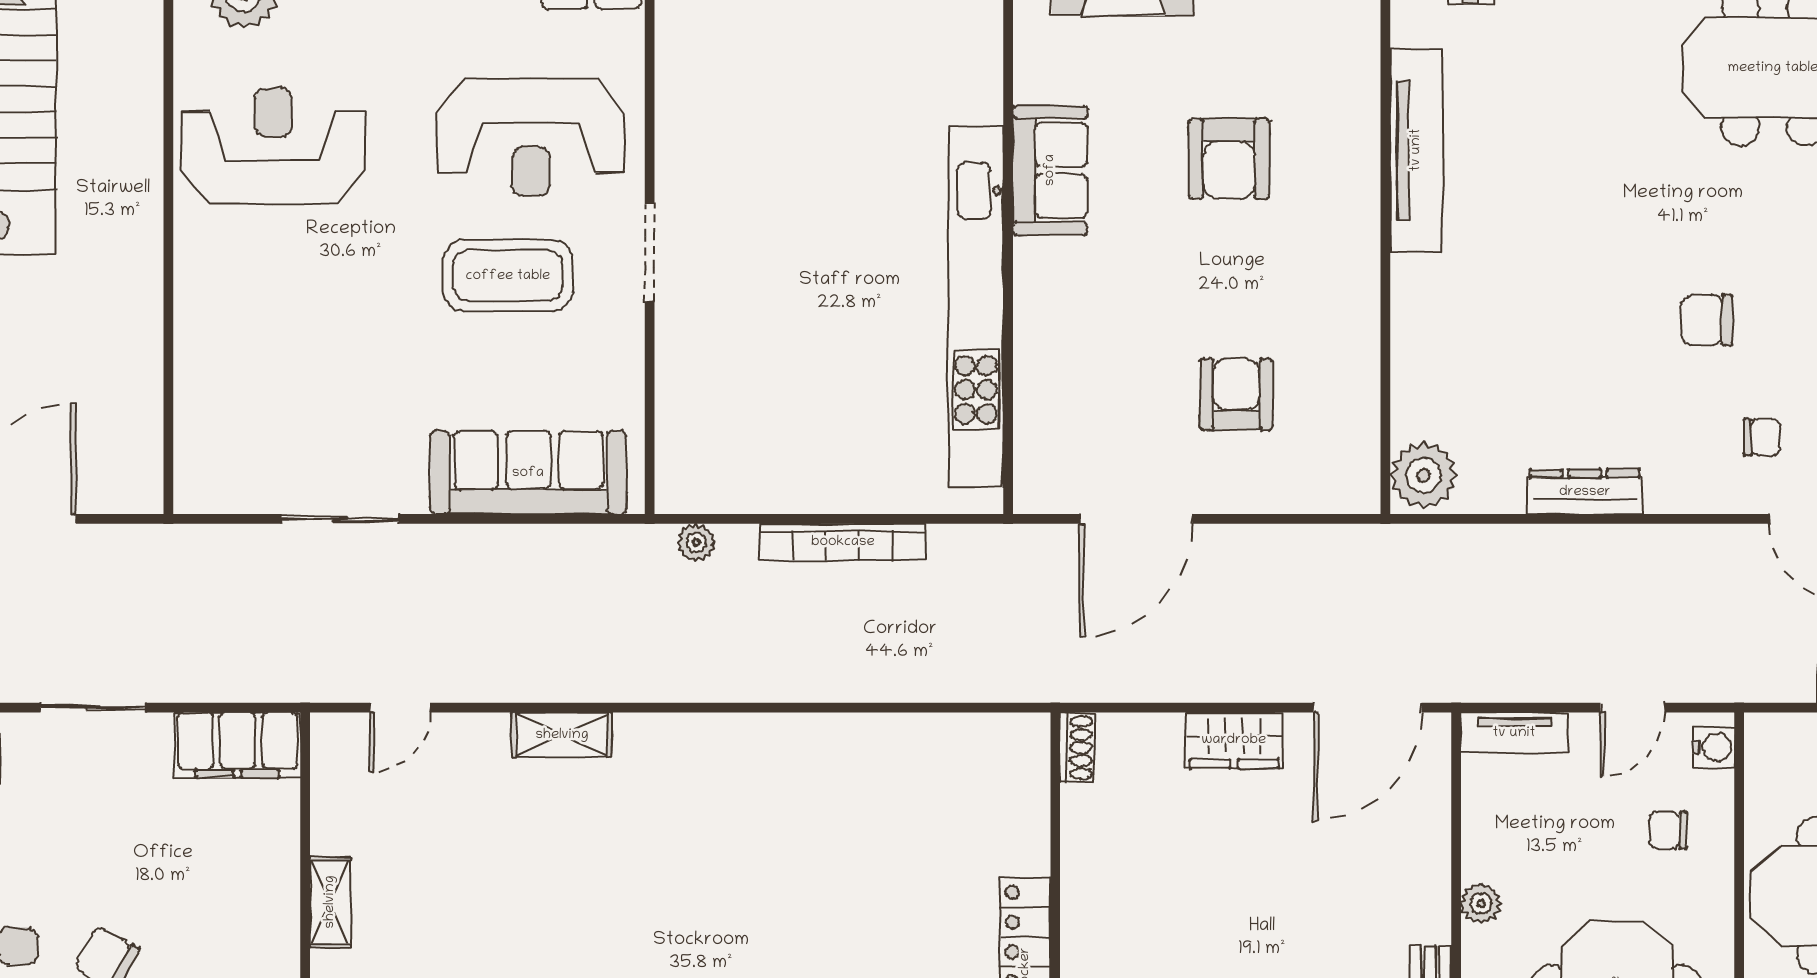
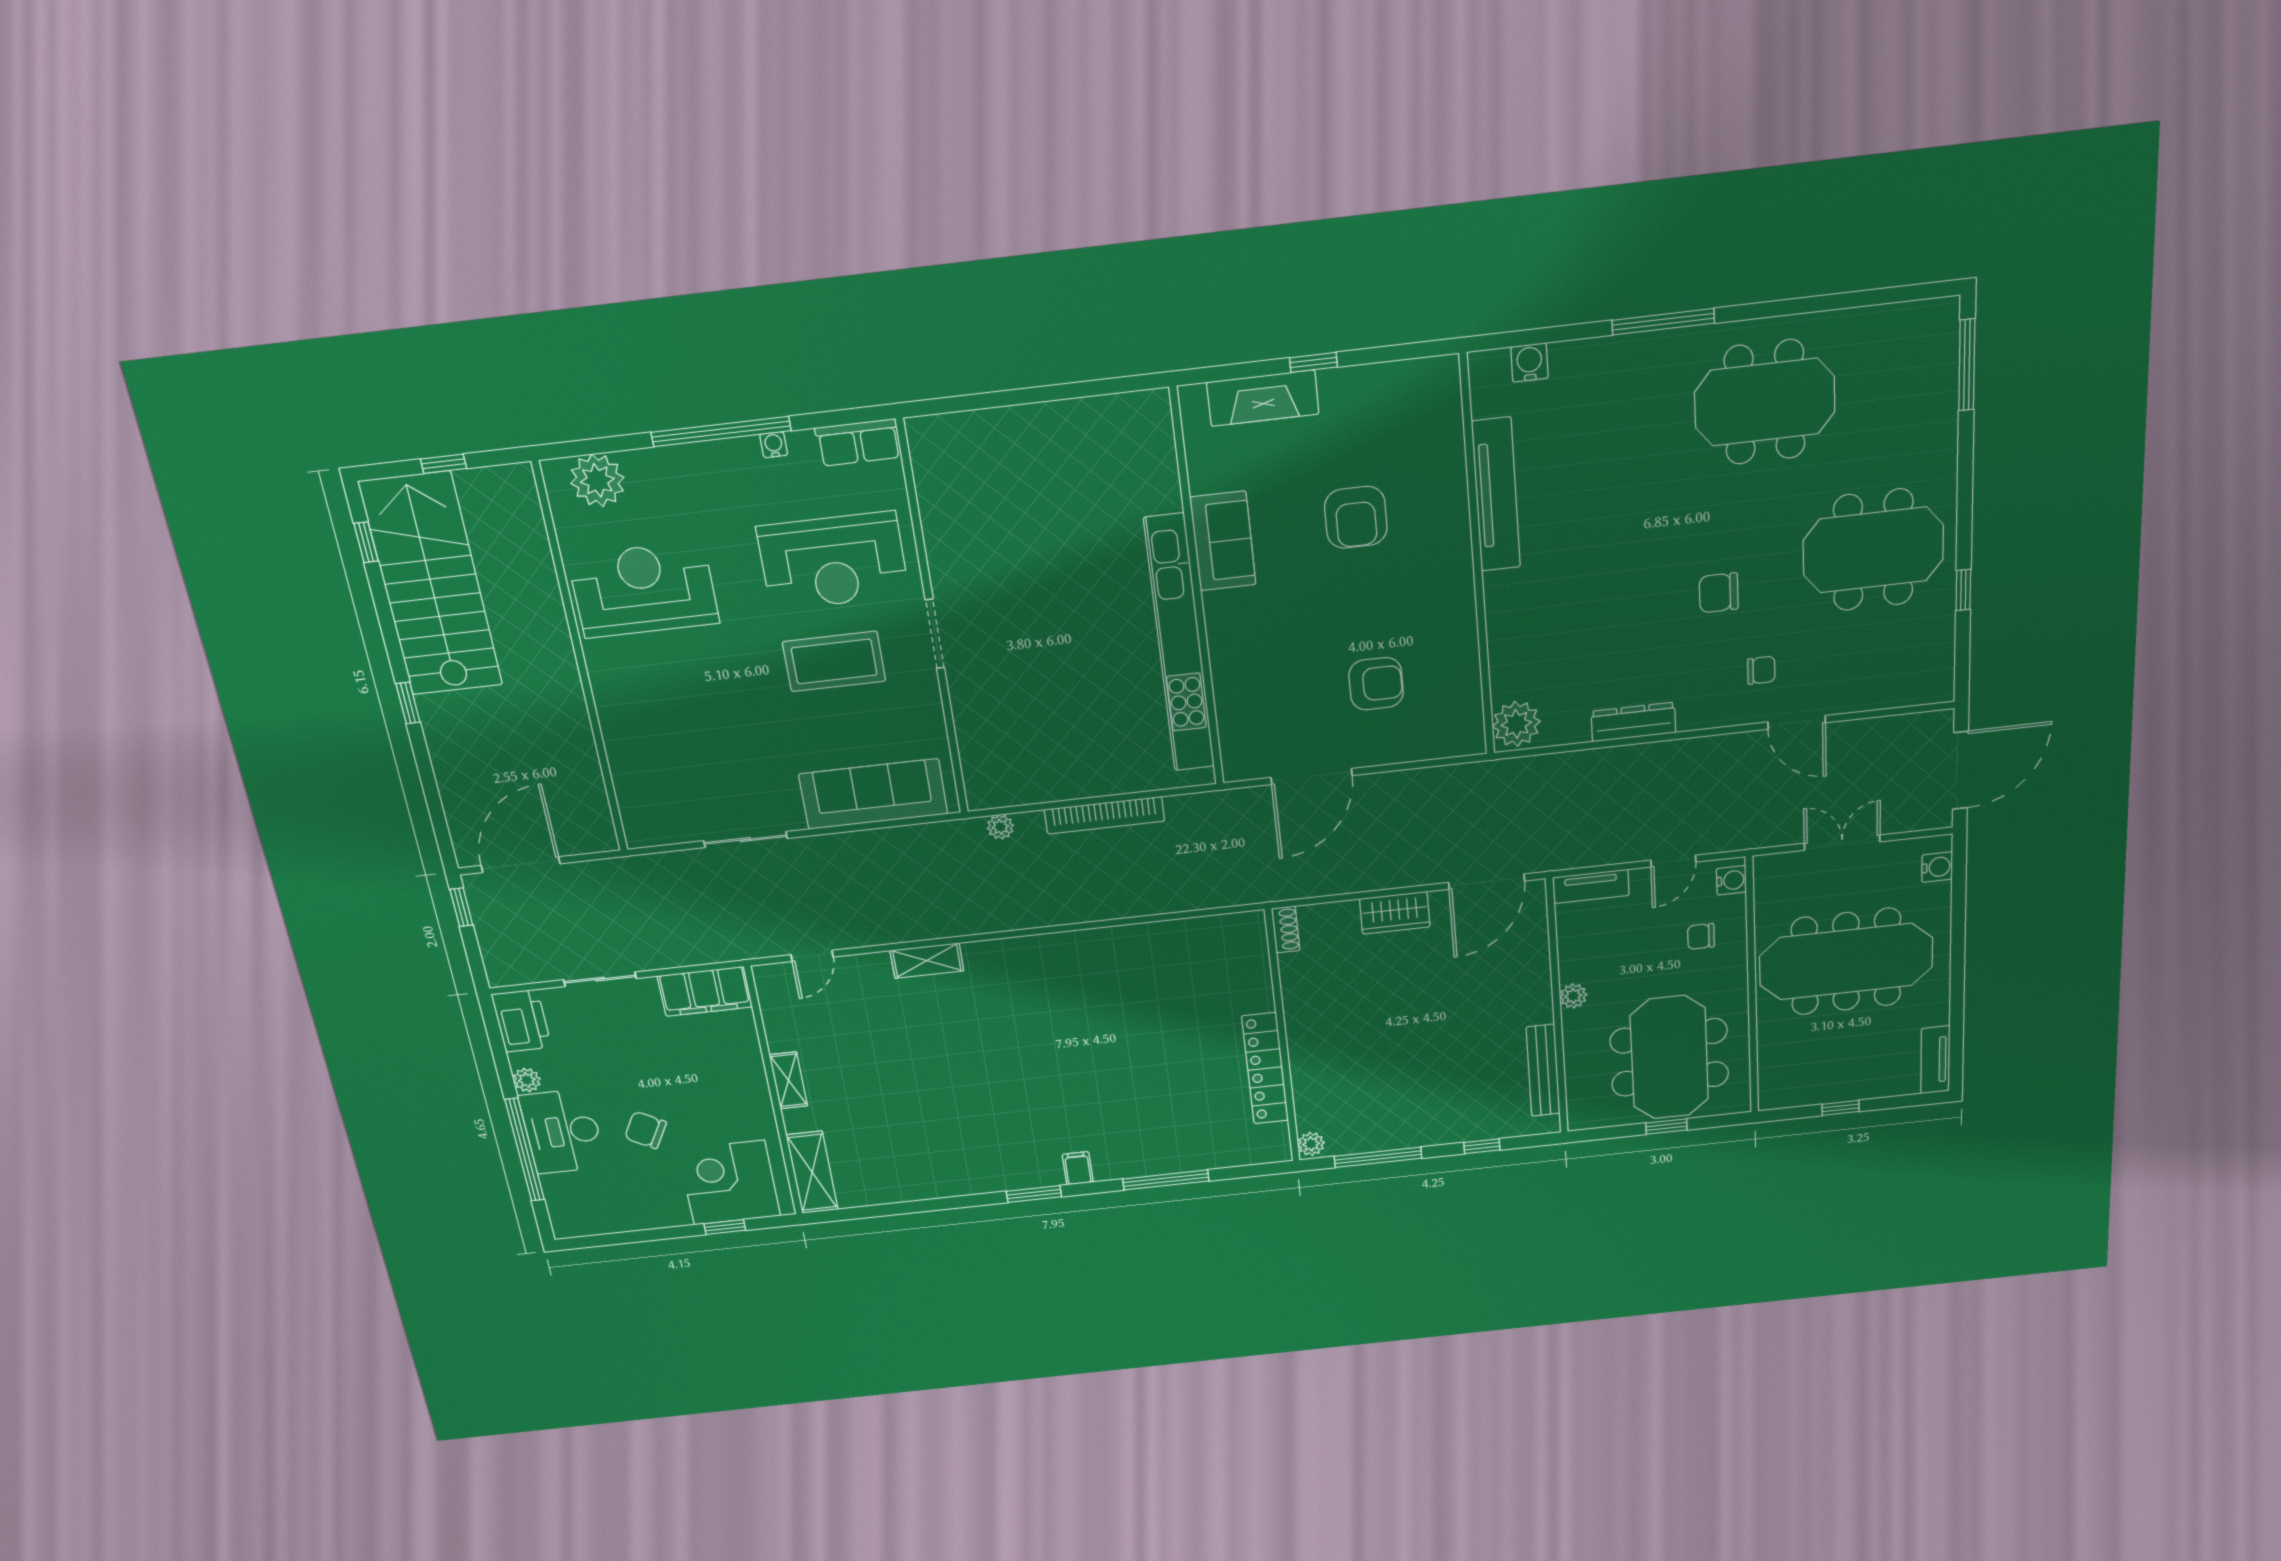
armchair: (1236, 394) -> (1376, 684), turned 90

